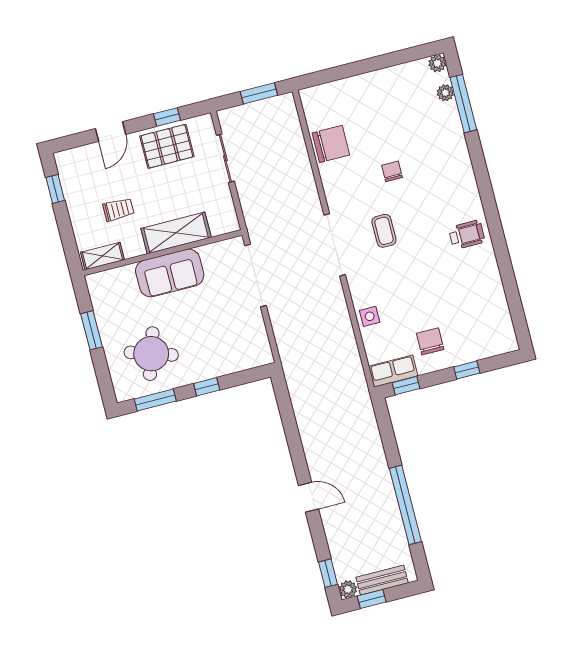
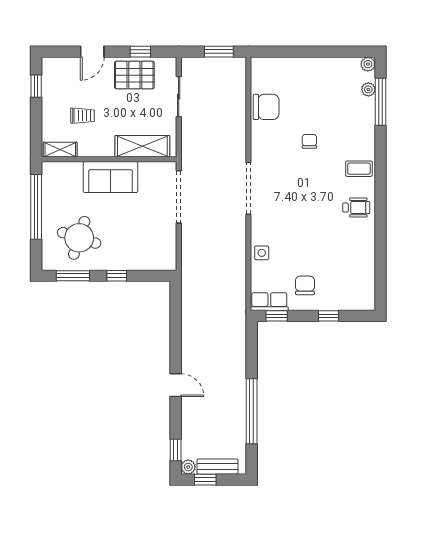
coffee table: (384, 231) -> (359, 169), moved, turned 90
shelving: (176, 233) -> (142, 146), moved
window: (91, 330) -> (36, 207), width x2.11

